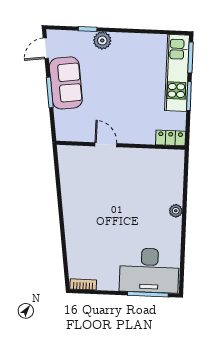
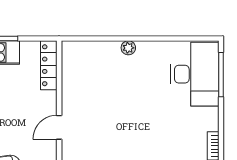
locker: (171, 138) -> (49, 65), width x1.53

